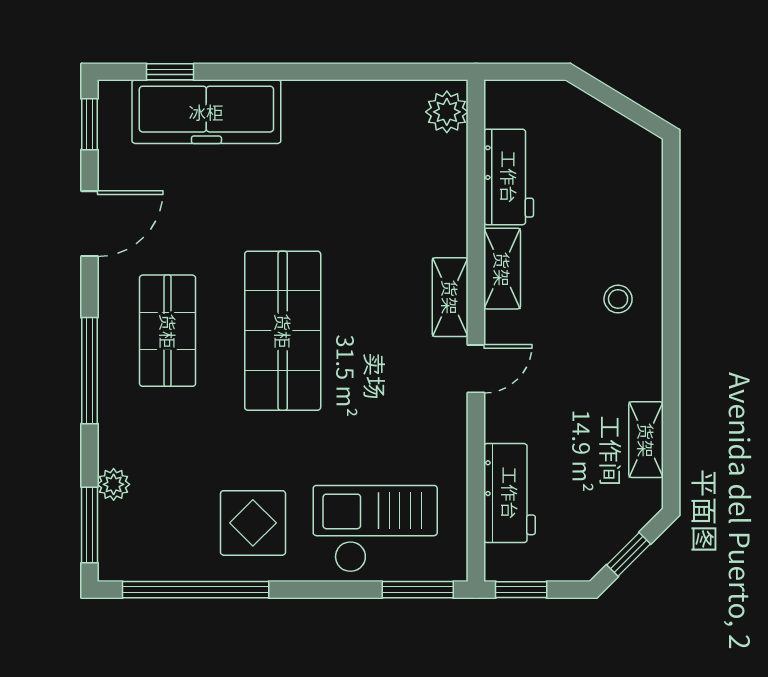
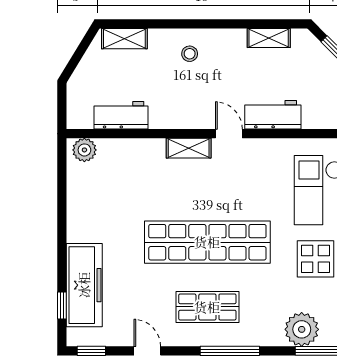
door: (89, 224) -> (147, 351), width x0.73
shelving: (502, 269) -> (124, 39), moved
shop shelf: (283, 331) -> (207, 242), width x1.40
plant: (114, 484) -> (302, 329), width x1.88, depth x1.88
workbench: (510, 493) -> (273, 115), moved

